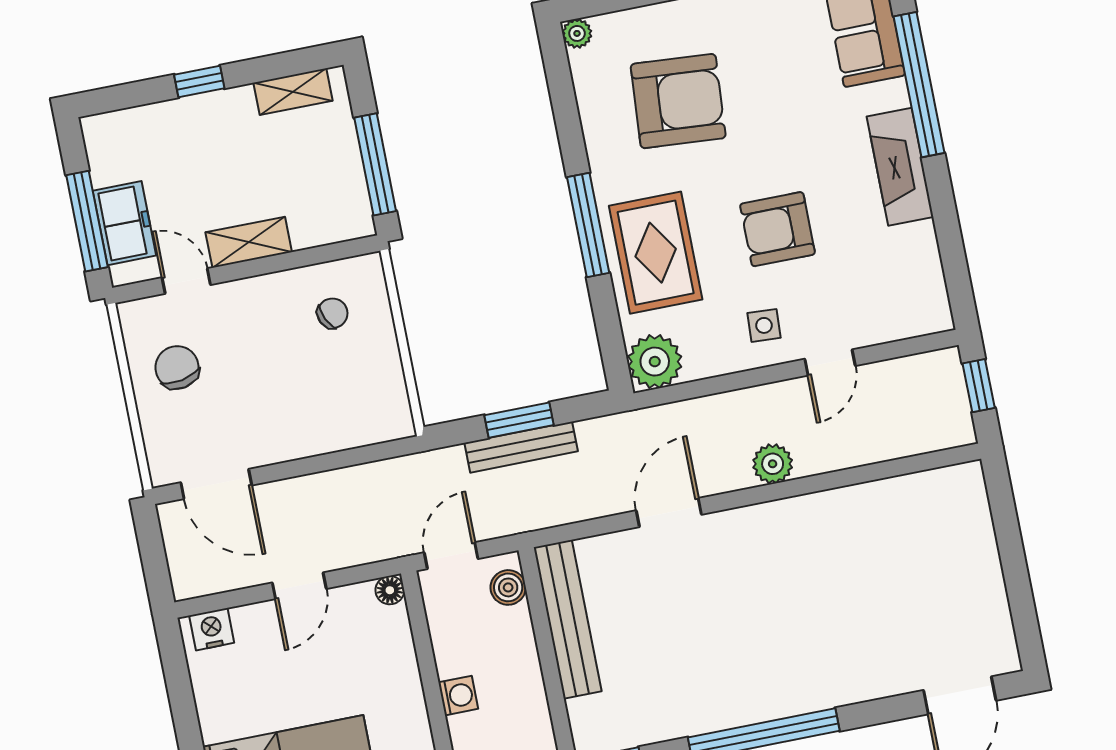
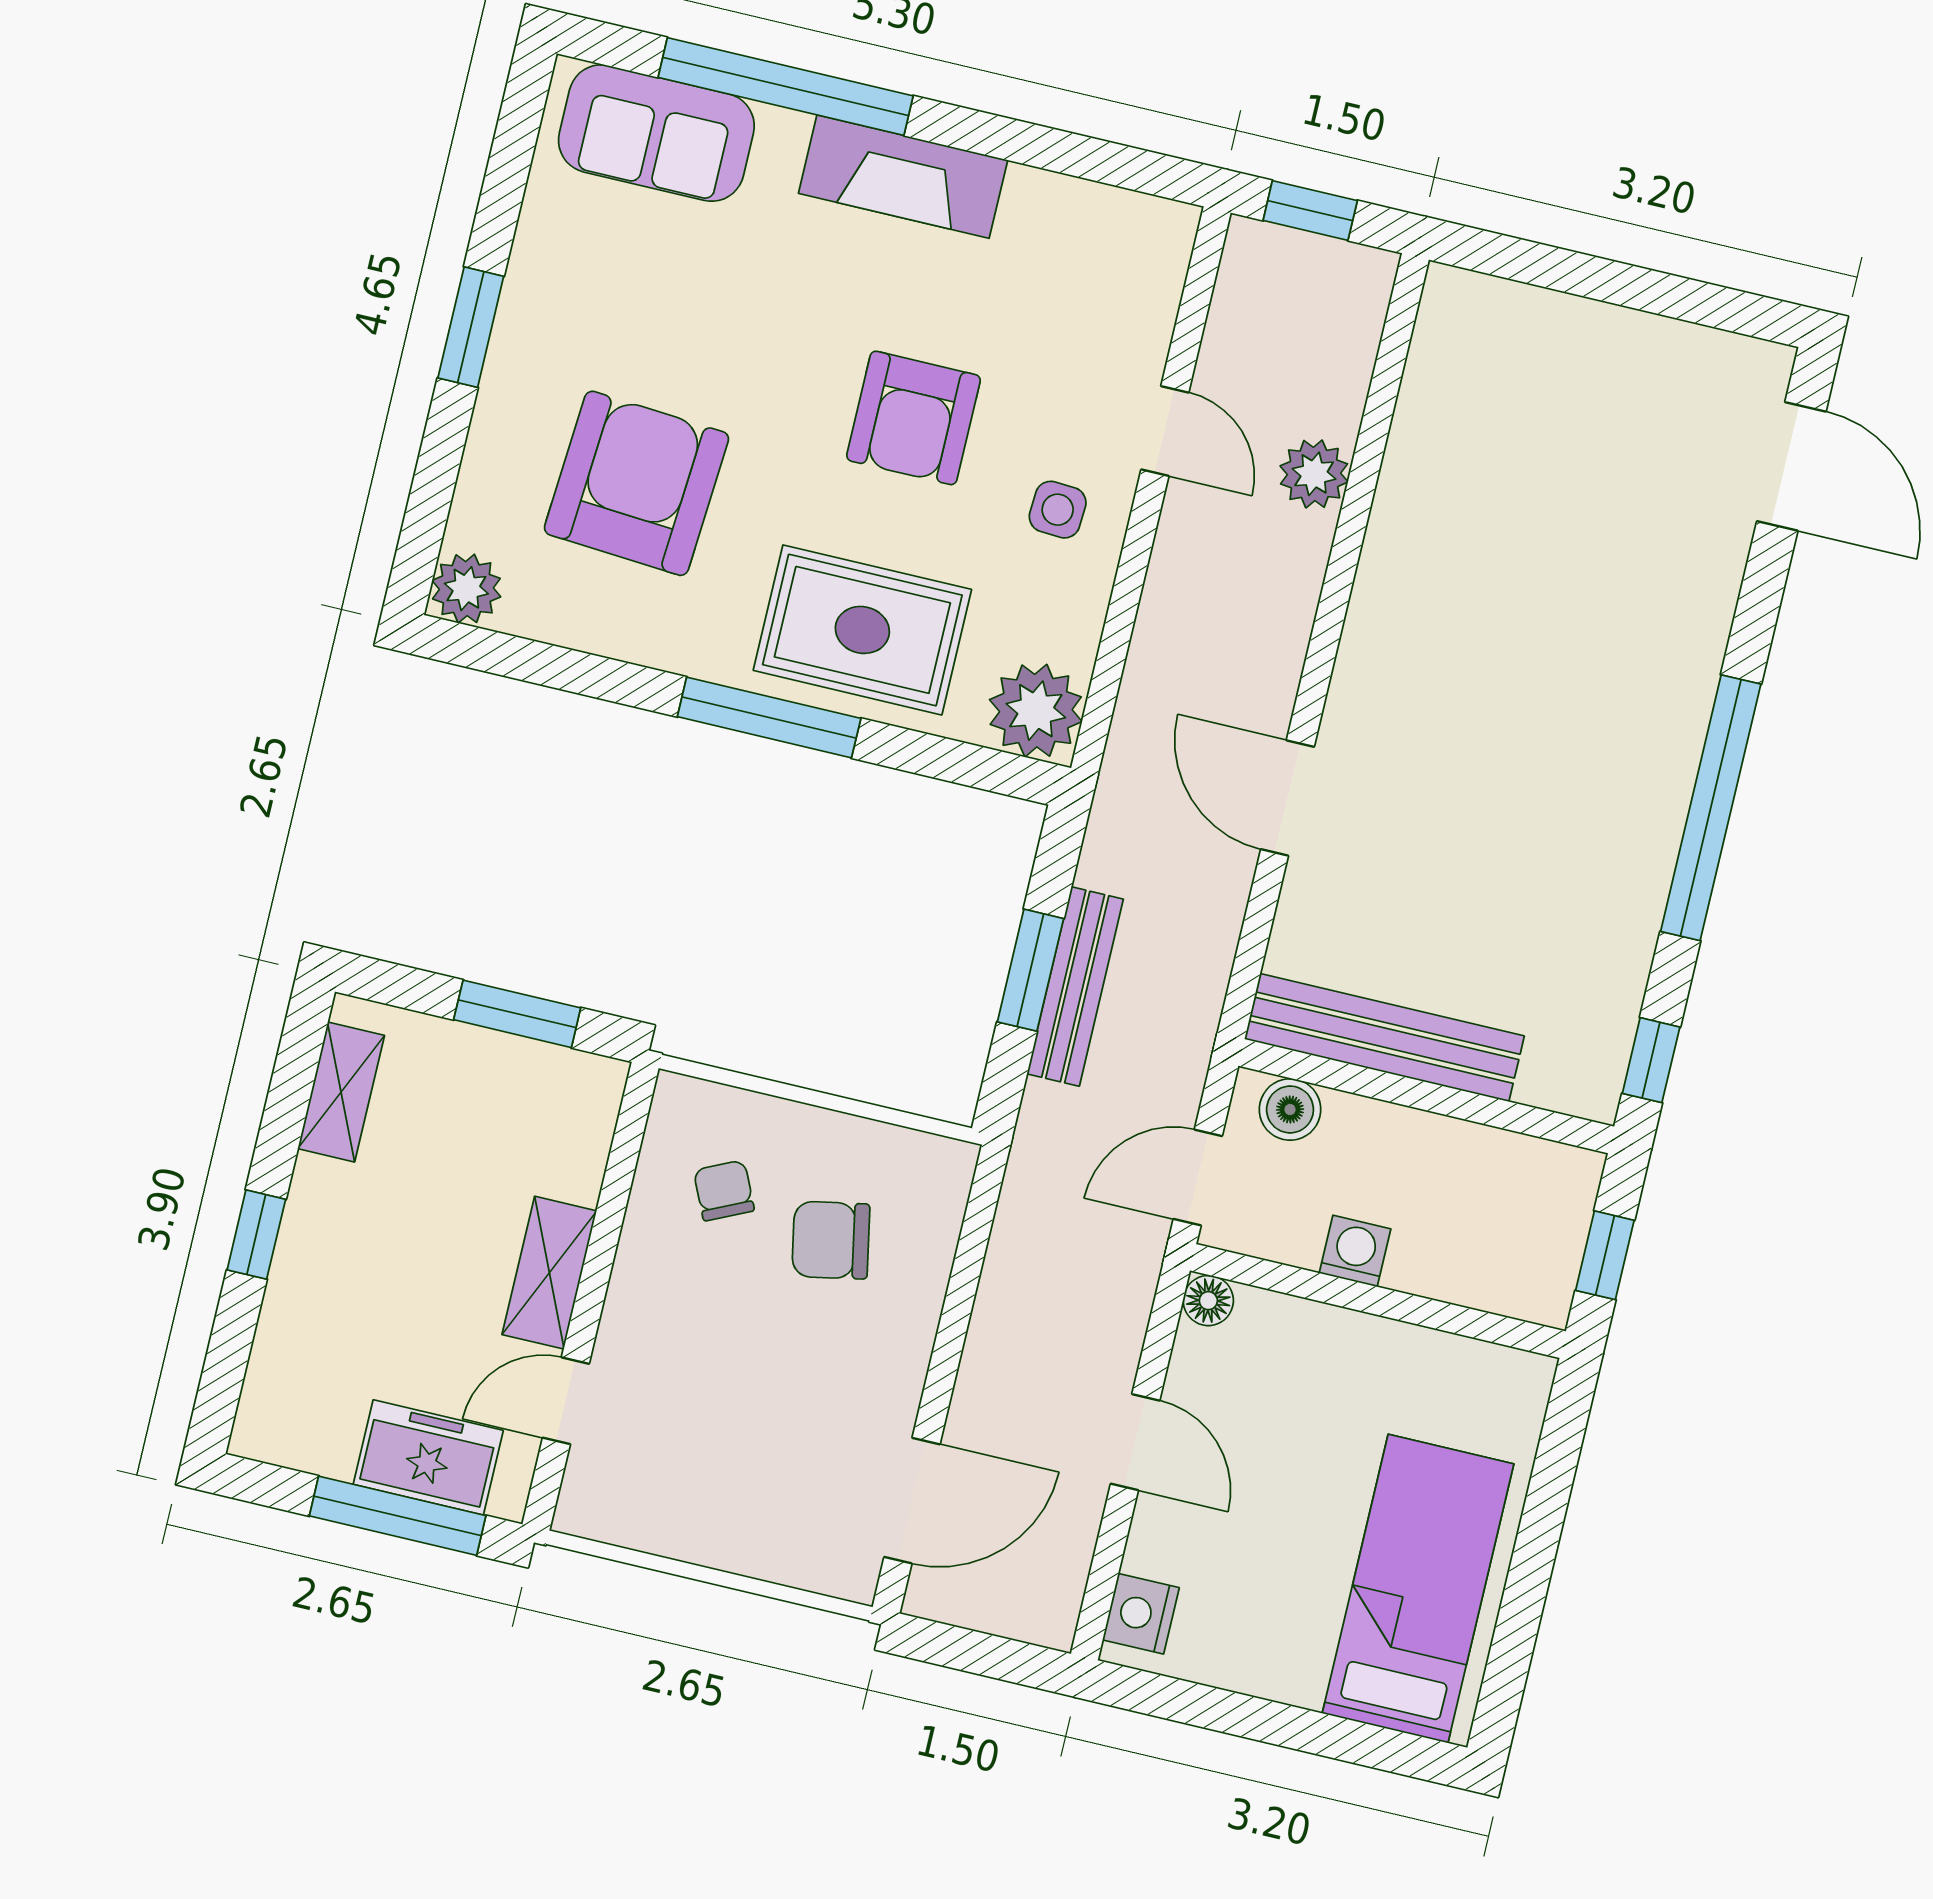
plant: (577, 33) -> (466, 589), width x1.38, depth x1.38
window: (375, 164) -> (517, 1014), width x0.69
chair: (177, 367) -> (831, 1240), moved
plant: (773, 464) -> (1314, 474), moved
door: (451, 556) -> (1198, 1177), hinge flipped
washing machine: (458, 696) -> (1355, 1251), moved

